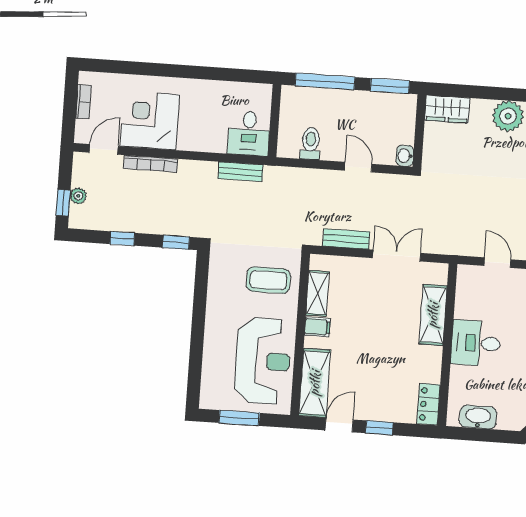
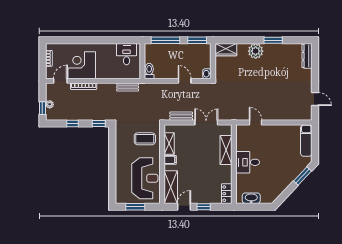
desk: (249, 133) -> (127, 54), moved, turned 180
toilet: (311, 144) -> (149, 71), moved

